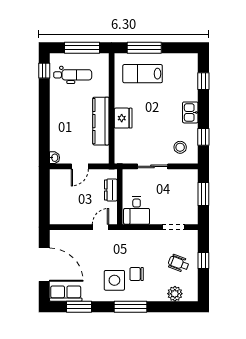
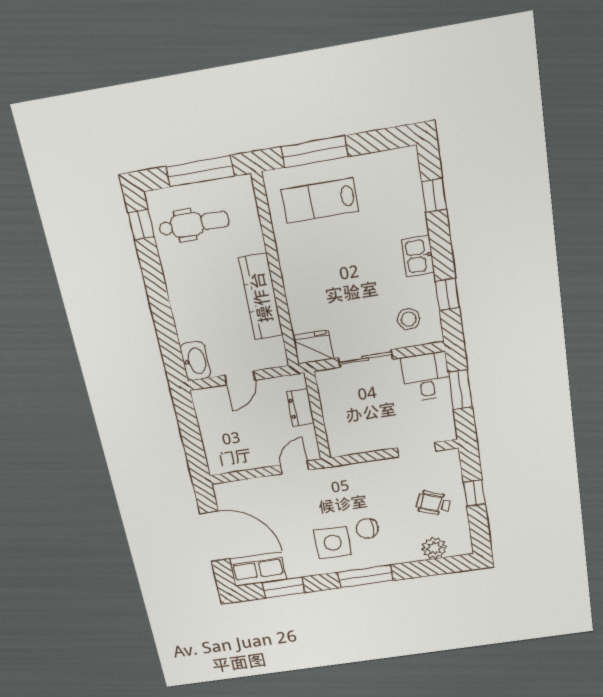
fridge: (123, 118) -> (313, 347), moved, turned -90
washbasin: (54, 158) -> (195, 361), width x1.91, depth x1.45
desk: (137, 211) -> (426, 377), moved, turned 180

